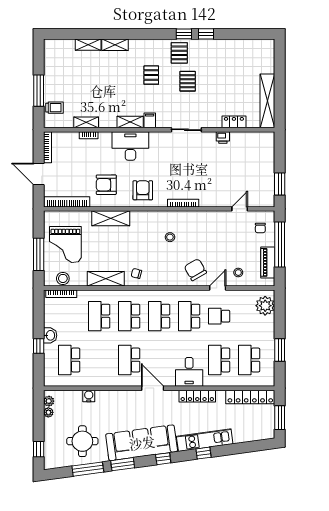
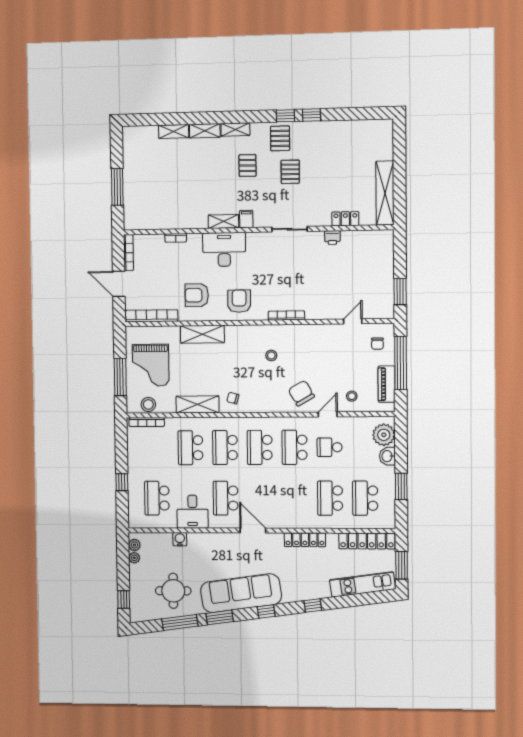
trolley: (54, 108) -> (136, 206), removed
shelving: (86, 122) -> (235, 129), moved
washbasin: (50, 335) -> (387, 456), moved, turned 180
desk: (189, 372) -> (192, 512), moved
kitchen unit: (205, 440) -> (362, 584), moved

